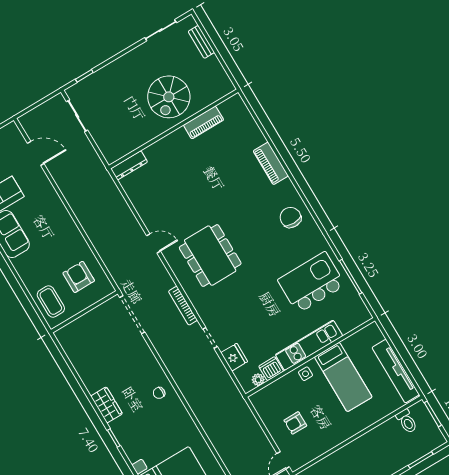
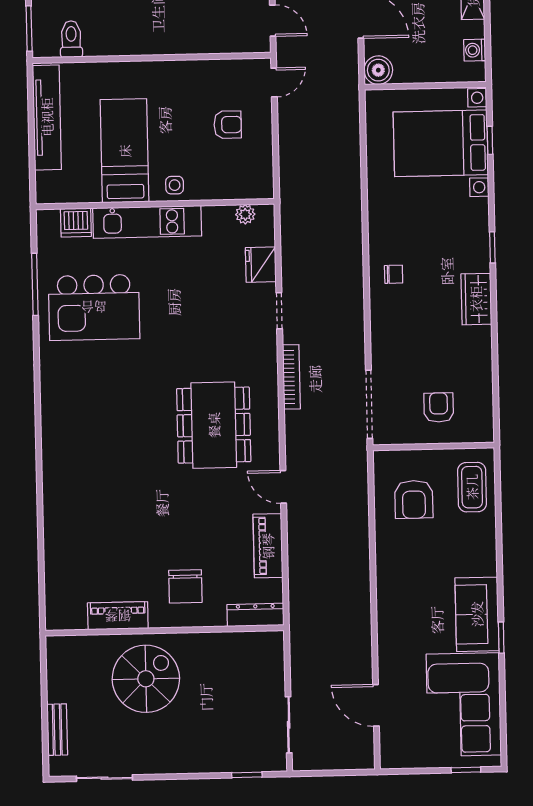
piano: (271, 163) -> (268, 546), moved, turned 180
chair: (291, 217) -> (185, 586), moved
armchair: (94, 334) -> (439, 407), added
dishwasher: (271, 369) -> (76, 222), moved

